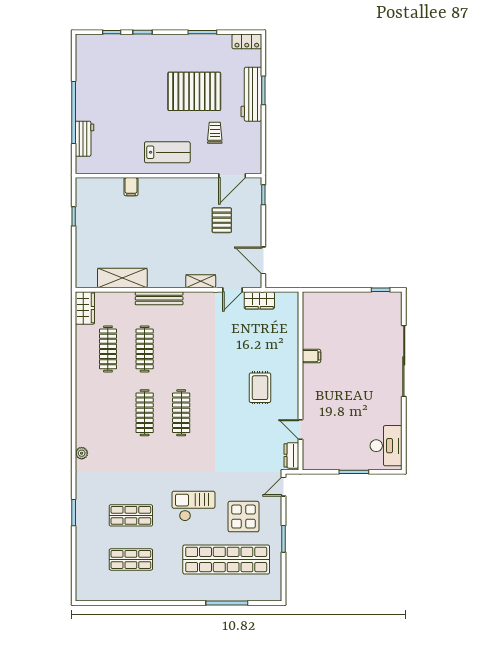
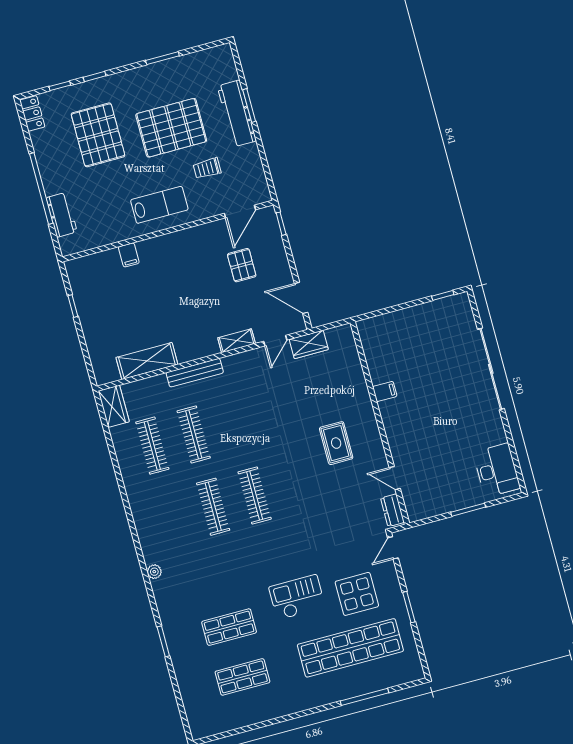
locker: (247, 41) -> (32, 113), moved, turned -90
pallet: (132, 81) -> (98, 135), added
trolley: (215, 133) -> (207, 168), turned -90

